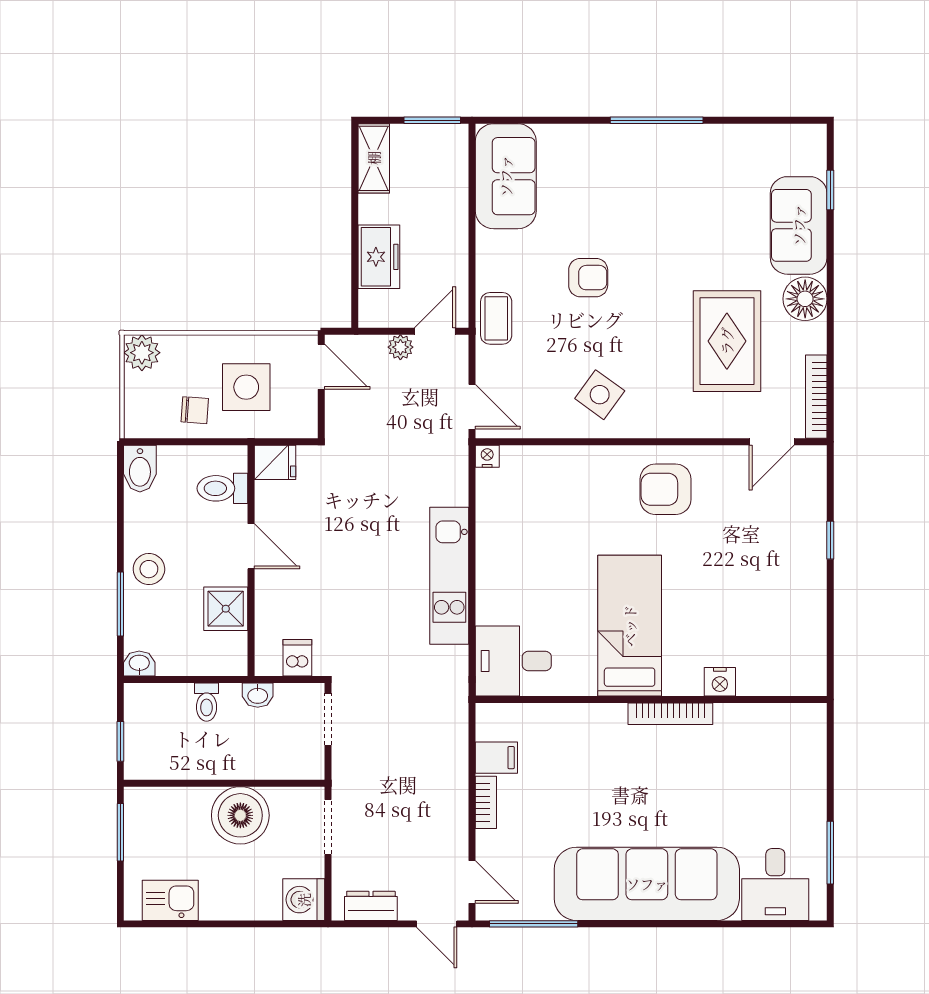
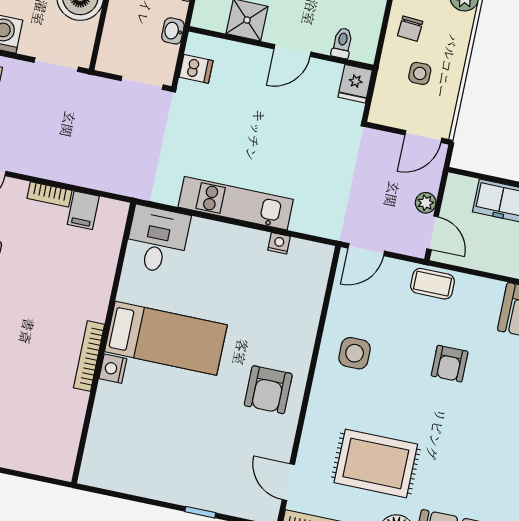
side table: (246, 387) -> (420, 73), width x0.54, depth x0.54
side table: (600, 395) -> (355, 353), turned -36
nightstand: (487, 456) -> (279, 243), moved, turned -90
toilet: (222, 488) -> (342, 43), width x0.73, depth x0.72
armchair: (665, 489) -> (268, 390), turned 180
nightstand: (720, 682) -> (113, 369), moved

